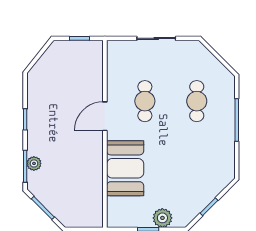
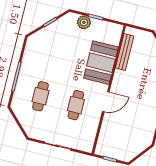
bench: (96, 191) -> (125, 52), added

